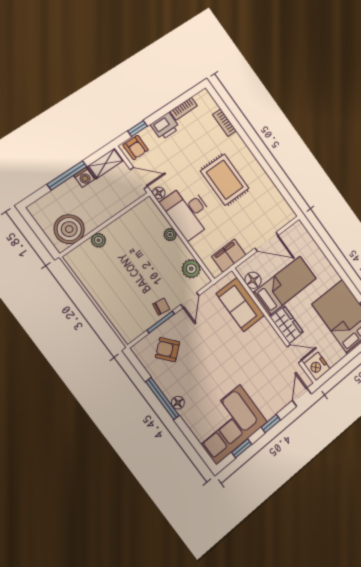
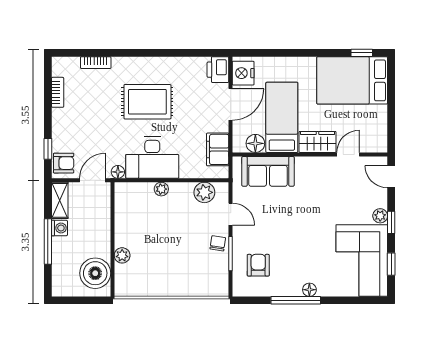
printer: (165, 126) -> (218, 70), moved, turned 180
armchair: (168, 350) -> (258, 265), turned 130
nightstand: (317, 366) -> (243, 73), moved, turned 90
plant: (270, 412) -> (380, 216), added

